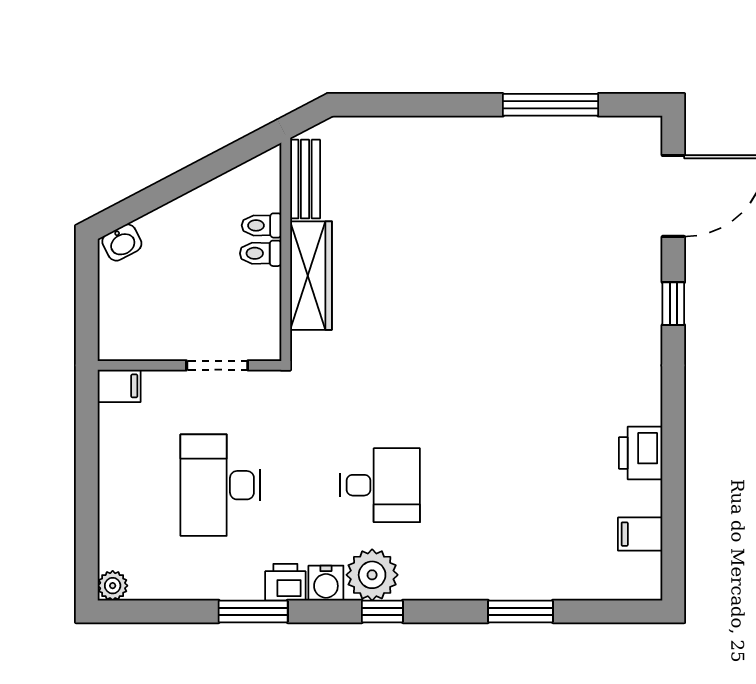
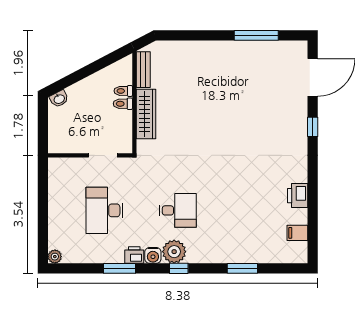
filing cabinet: (119, 386) -> (58, 165), removed

